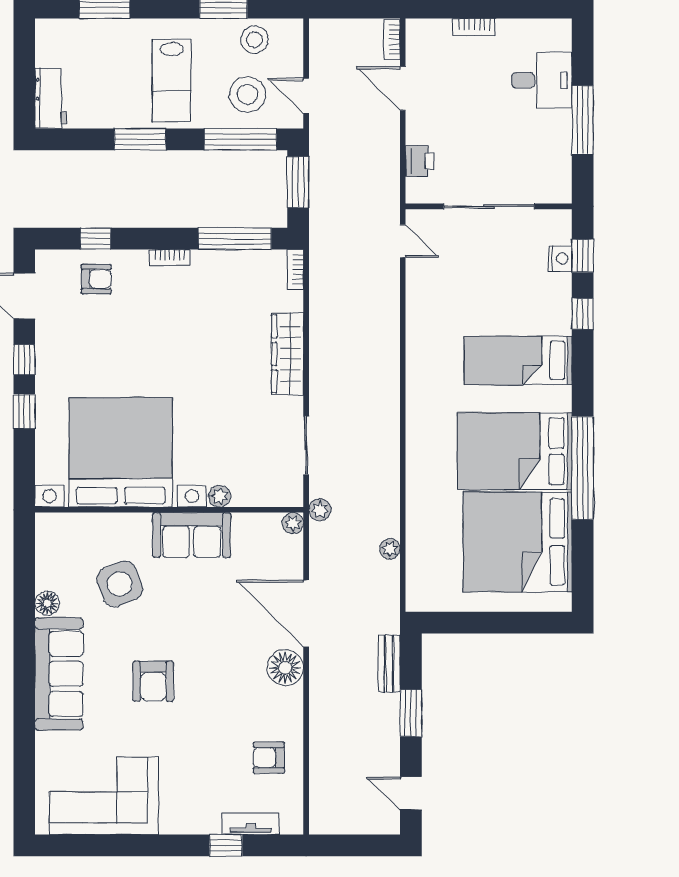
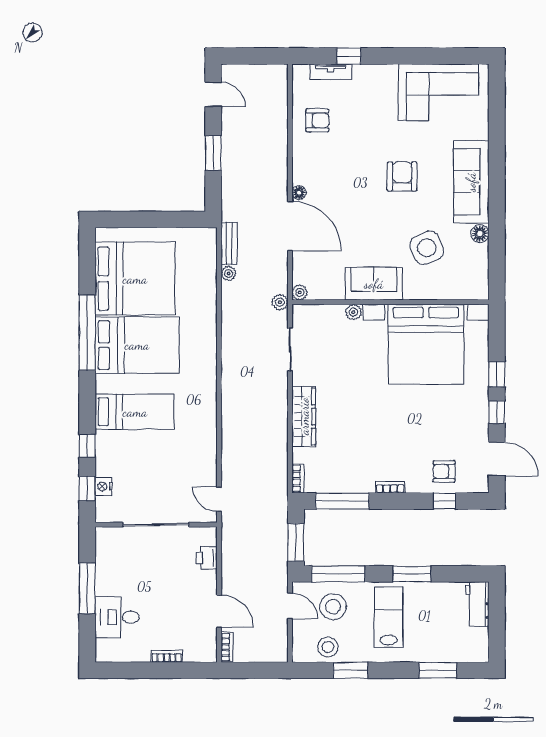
bench: (389, 664) -> (229, 243), moved
floor lamp: (285, 668) -> (299, 193), width x0.53, depth x0.53

